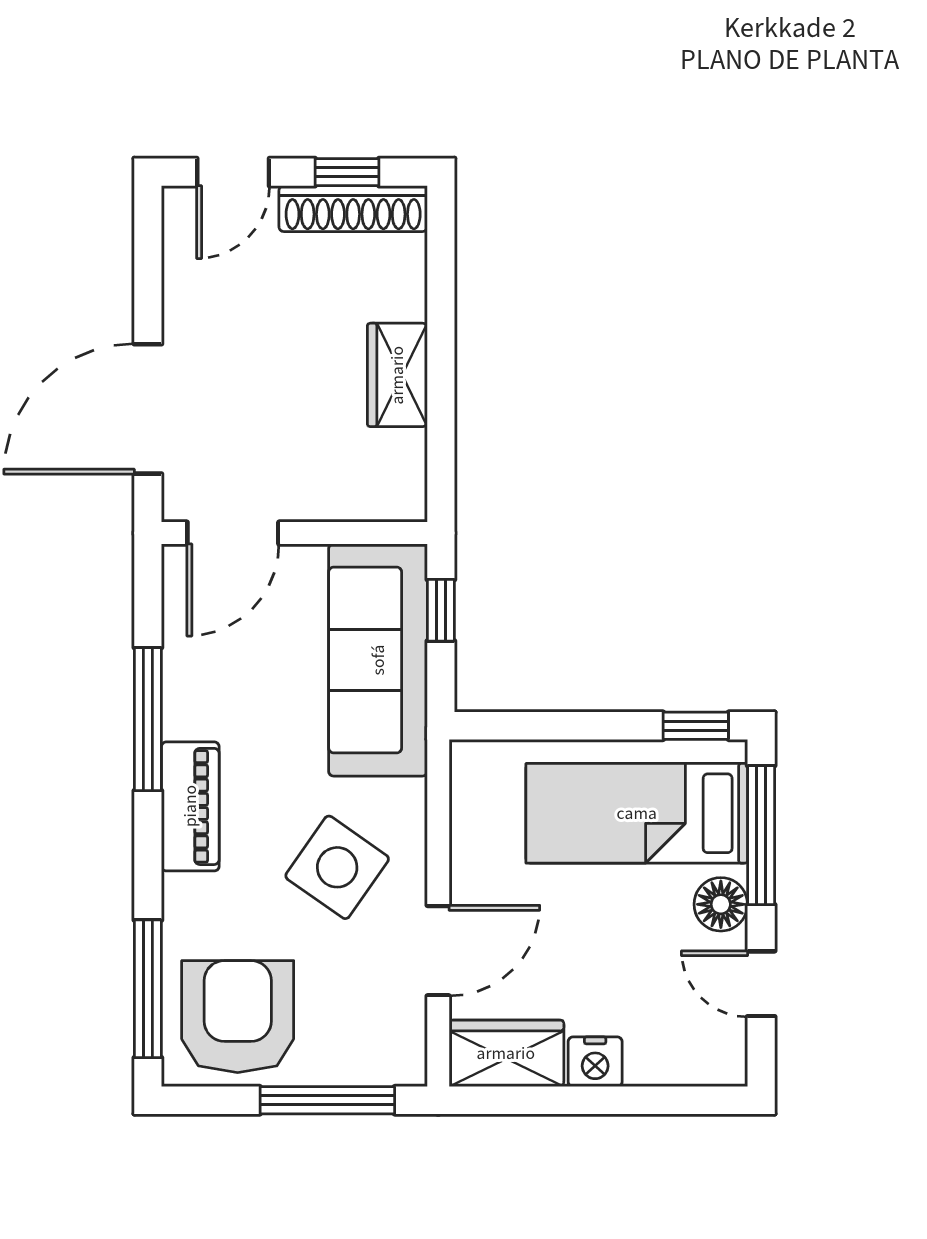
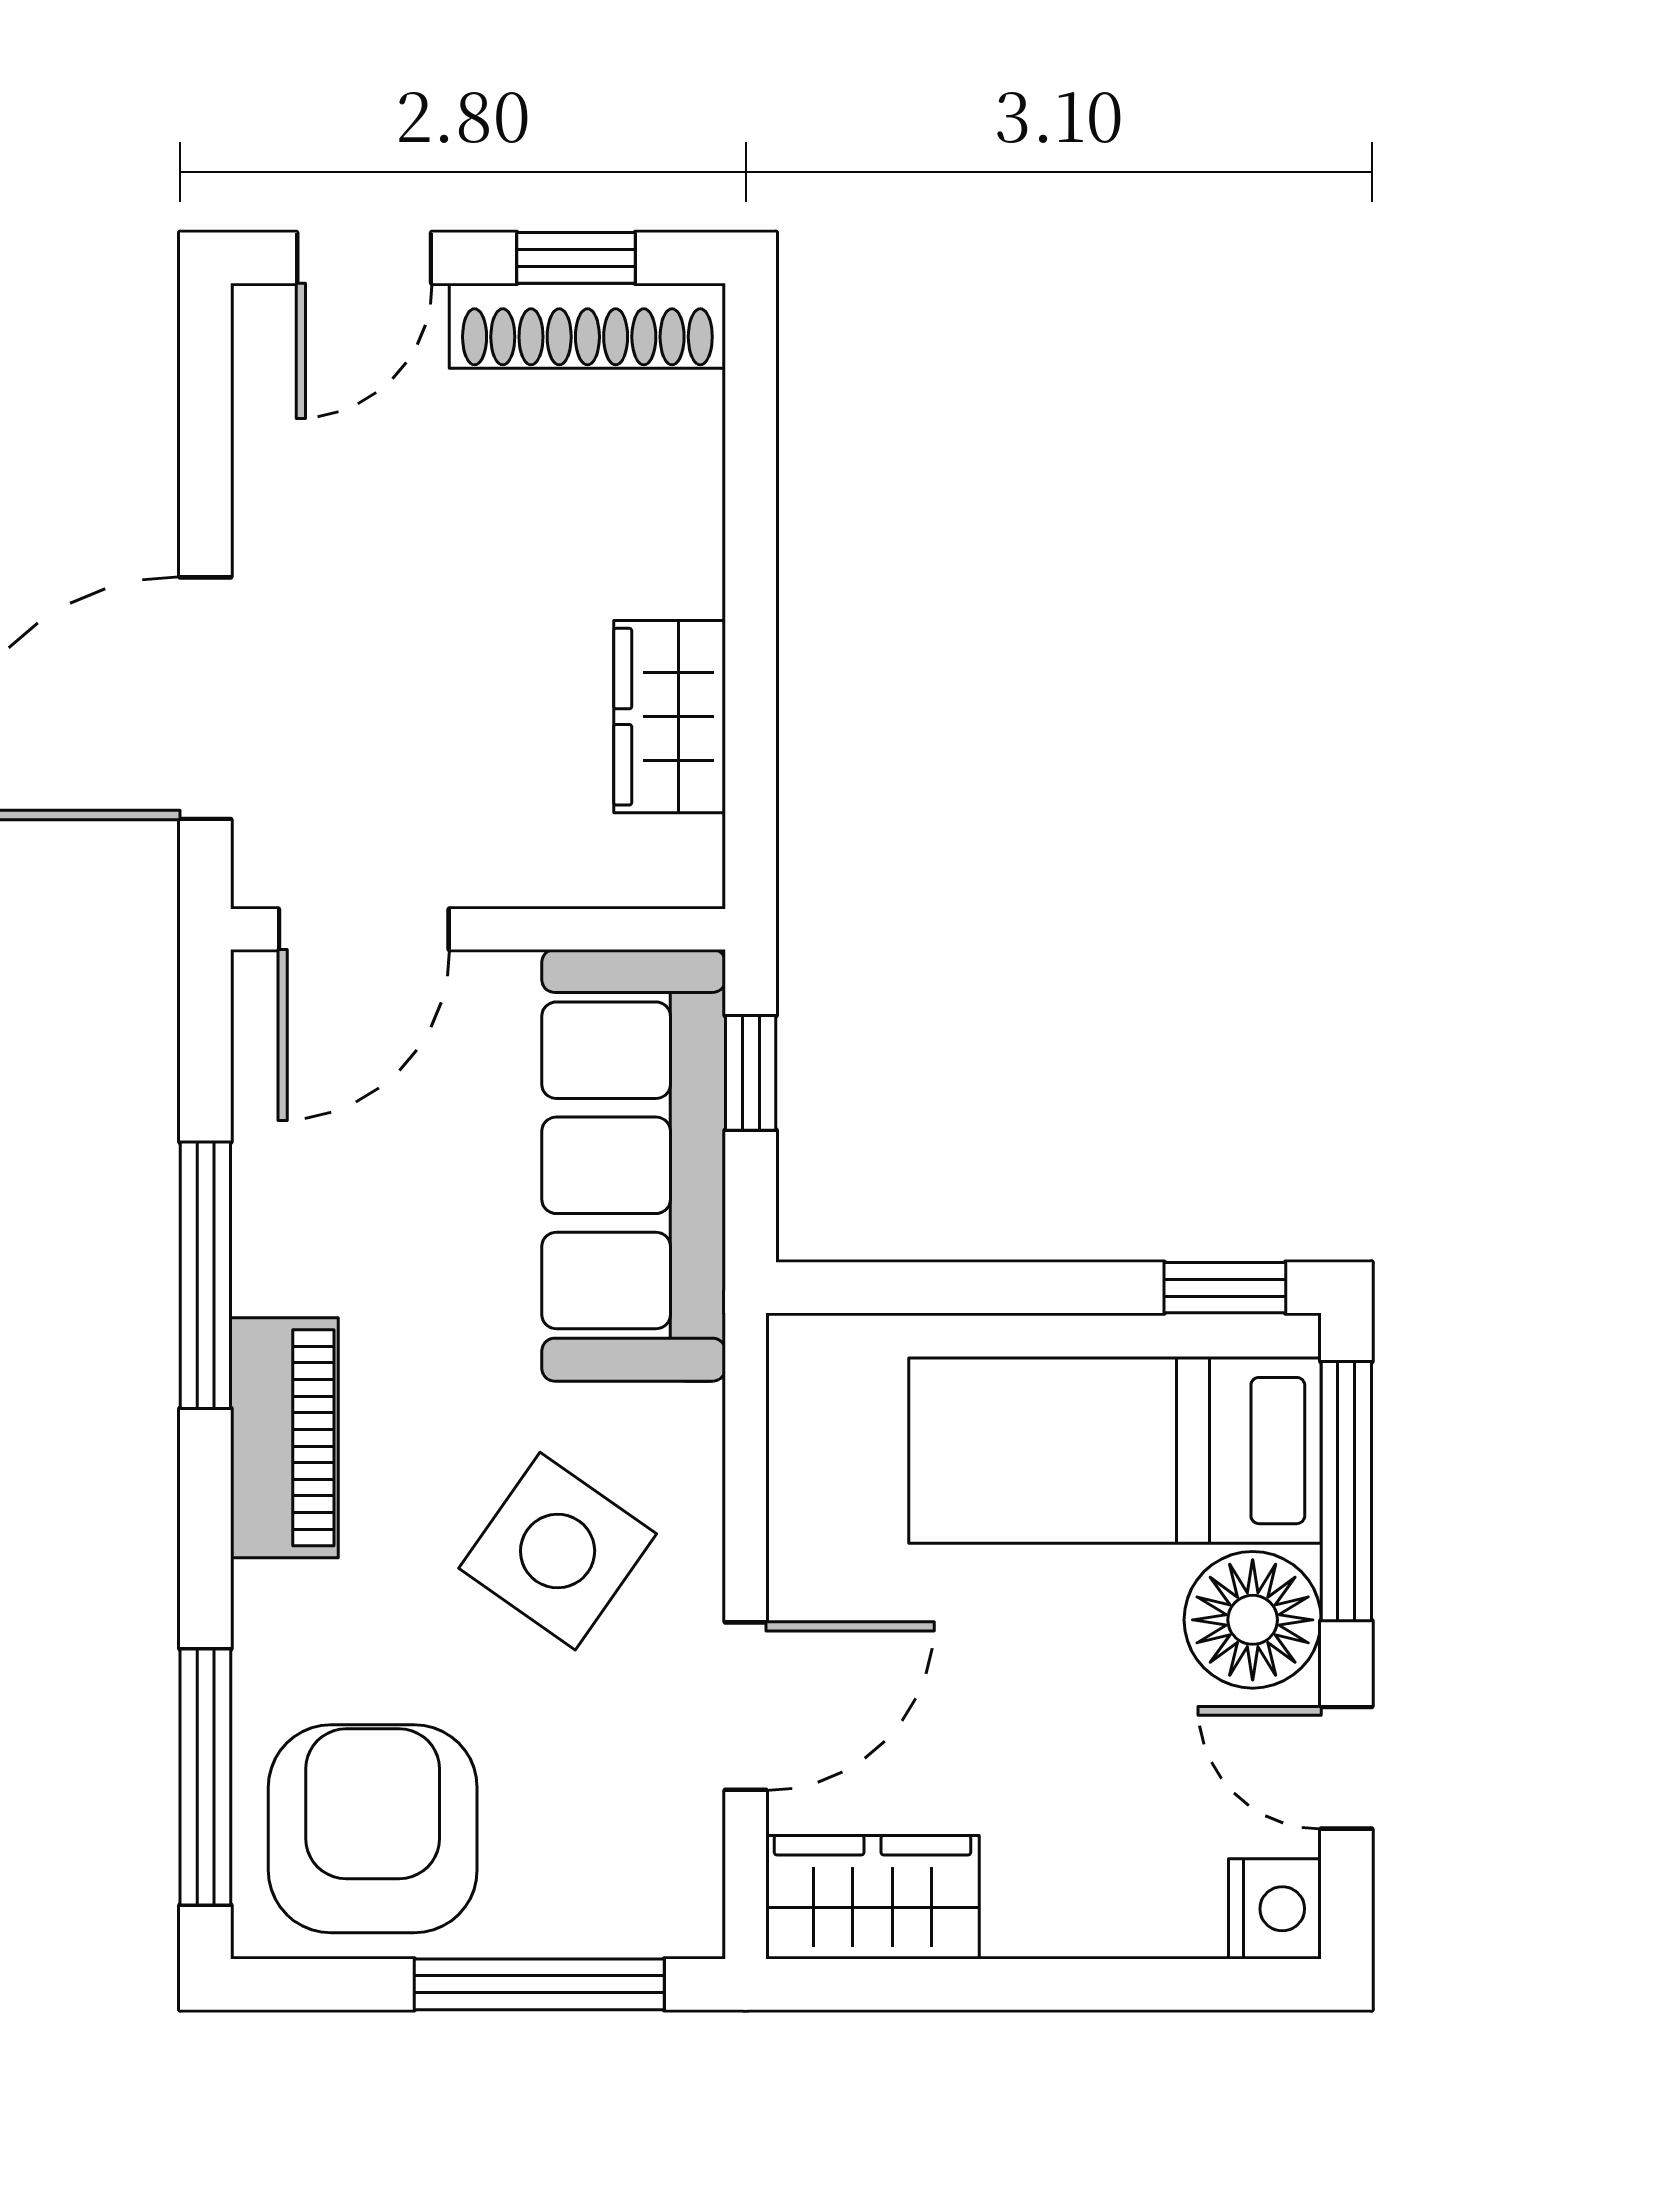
wardrobe: (397, 375) -> (670, 717), moved
floor lamp: (721, 904) -> (1253, 1620), width x1.38, depth x1.38
nightstand: (595, 1062) -> (1275, 1909), moved, turned -90

